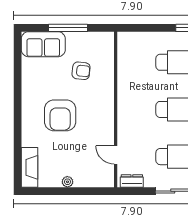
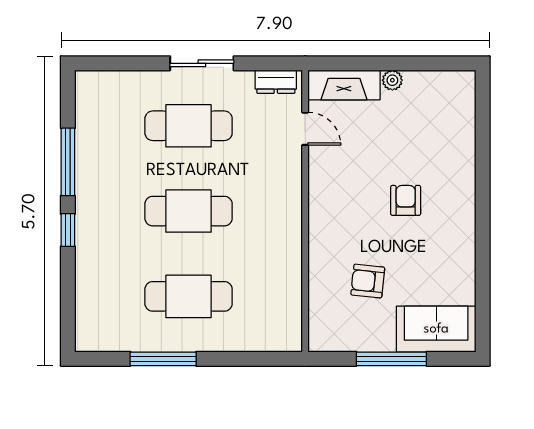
armchair: (60, 115) -> (406, 200), width x0.53, depth x0.53
fireplace: (29, 167) -> (344, 85), moved, turned -90

